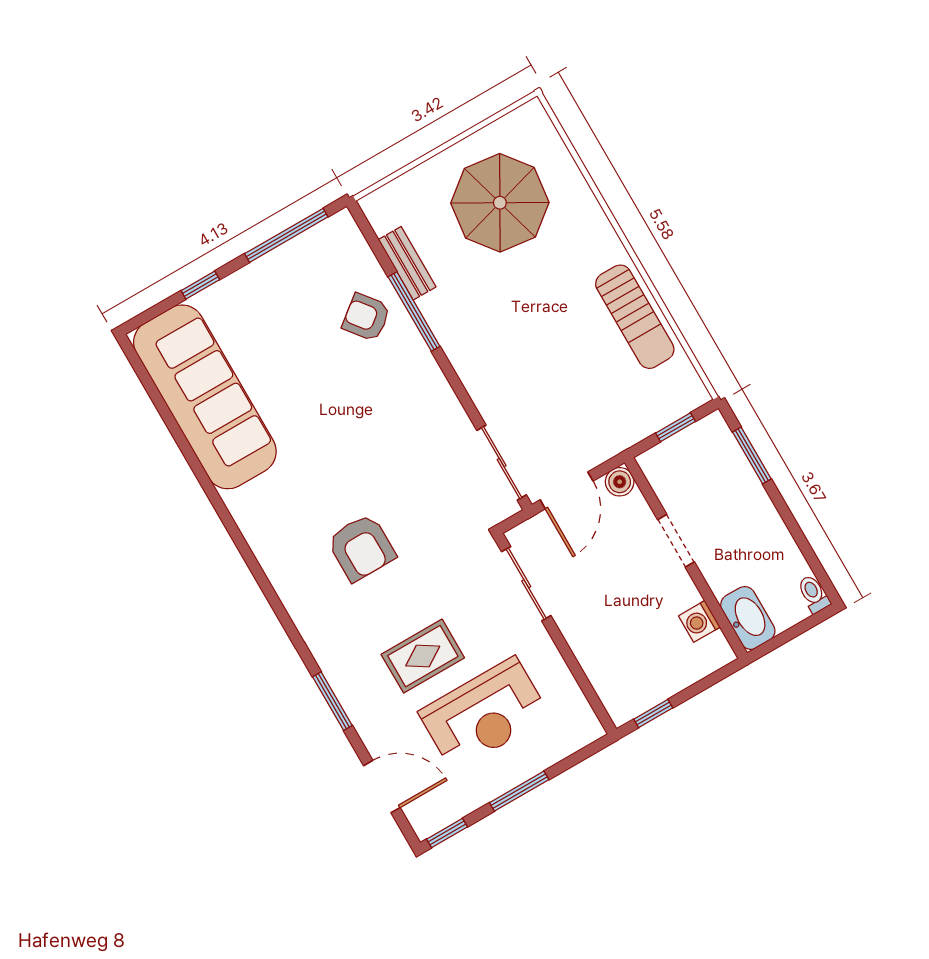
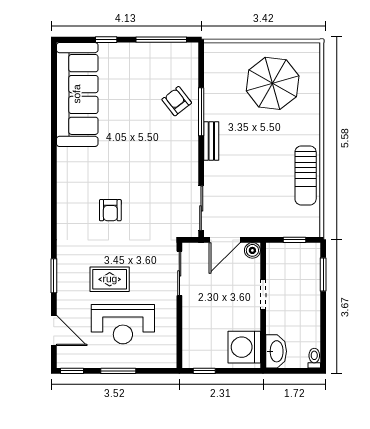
bench: (407, 263) -> (211, 141), moved
armchair: (361, 547) -> (110, 210), width x0.72, depth x0.72
washing machine: (699, 621) -> (244, 347), width x1.89, depth x1.89

